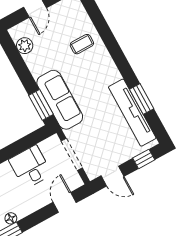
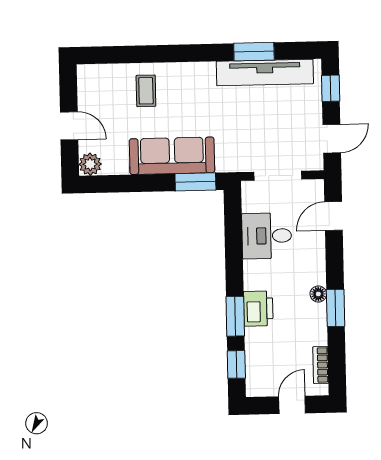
plant: (25, 46) -> (90, 164), moved
sofa: (60, 100) -> (172, 156), moved
door: (65, 202) -> (333, 216), hinge flipped

